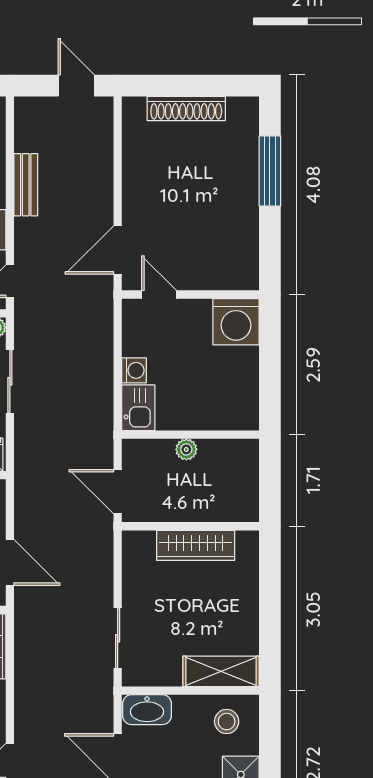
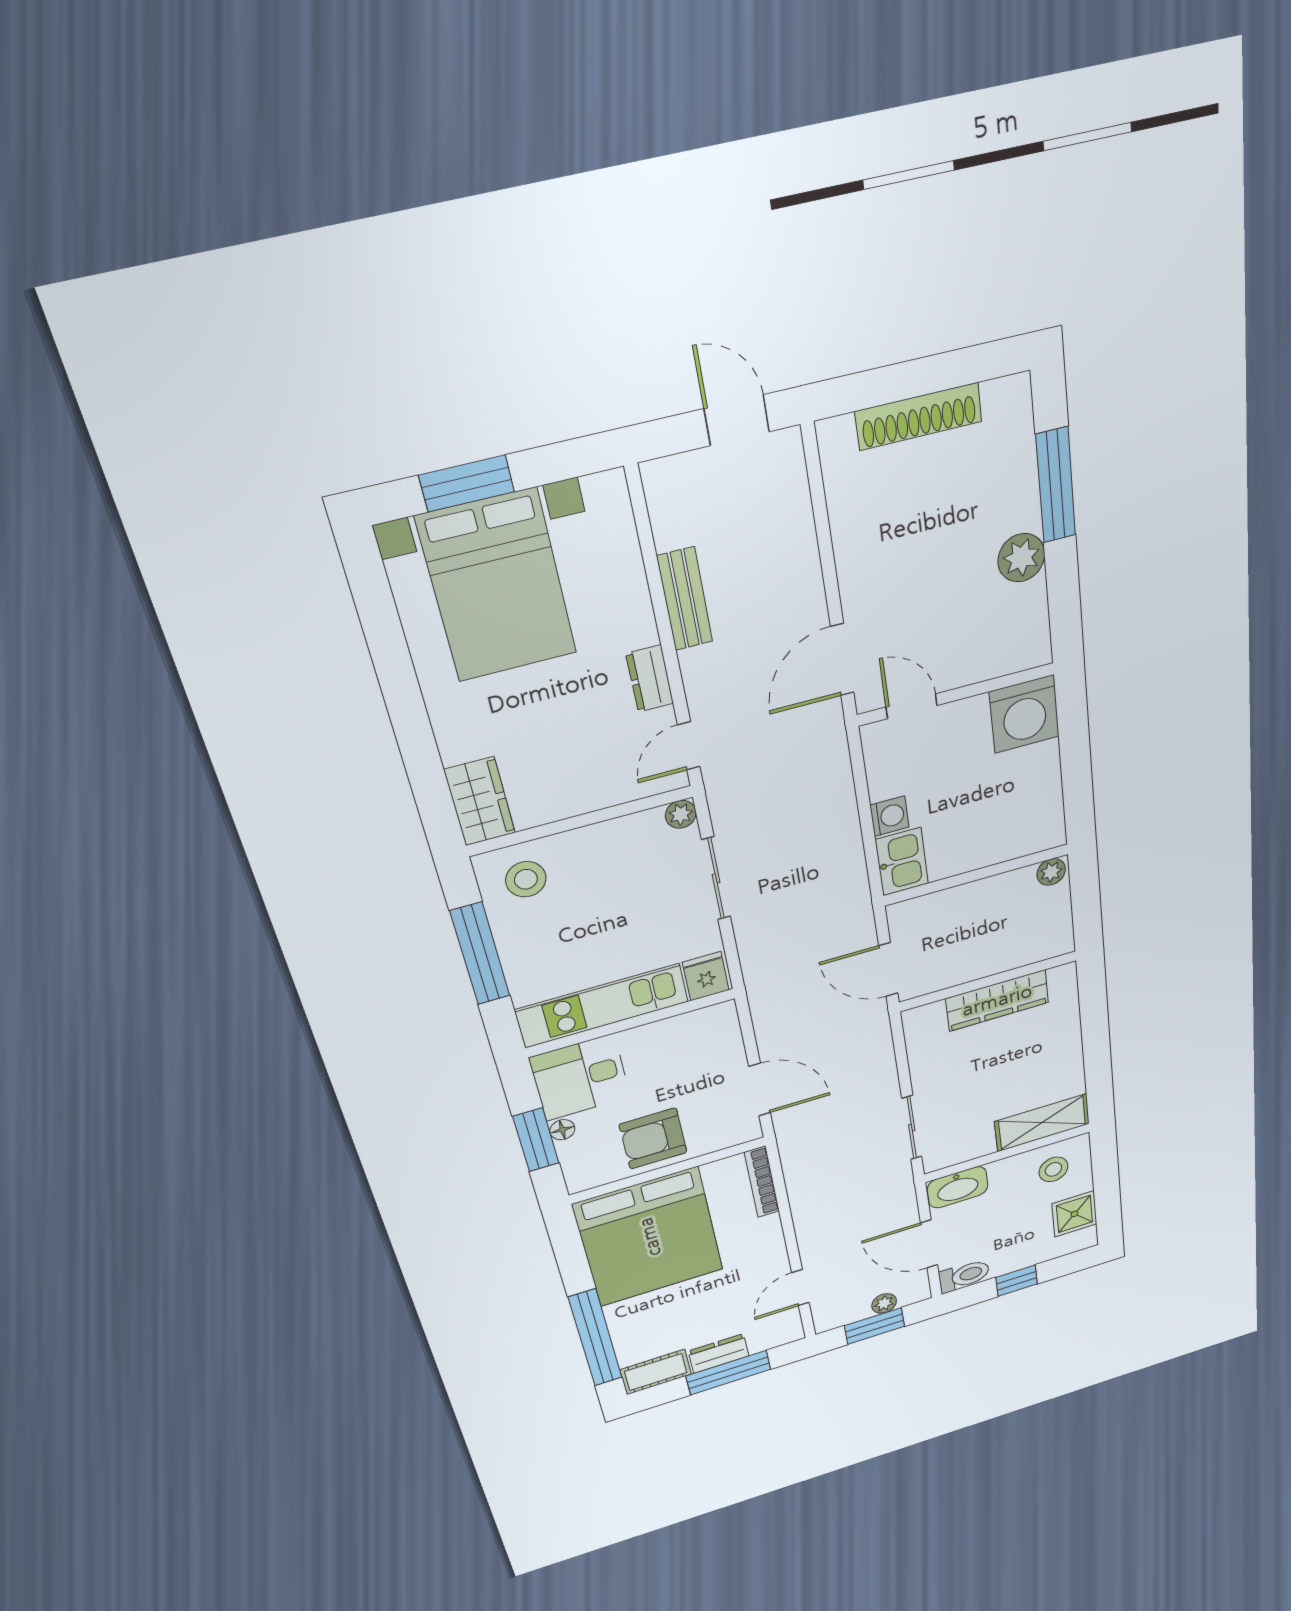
plant: (243, 213) -> (1021, 558), added
plant: (186, 449) -> (1051, 872), moved

